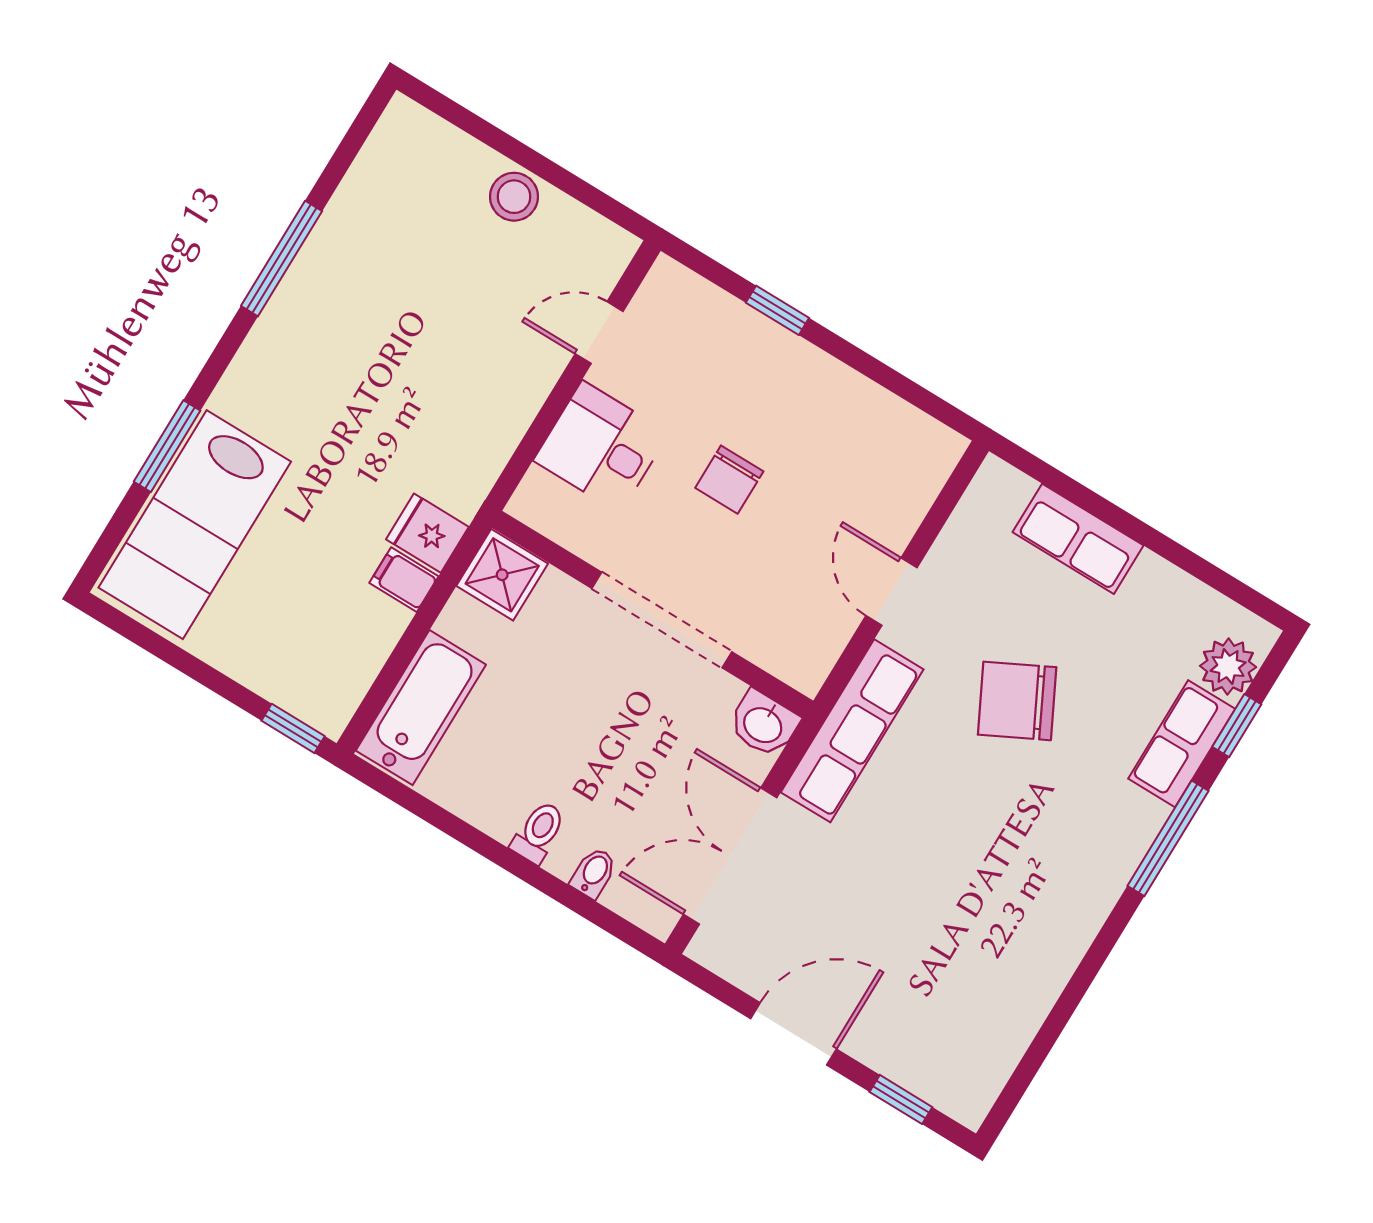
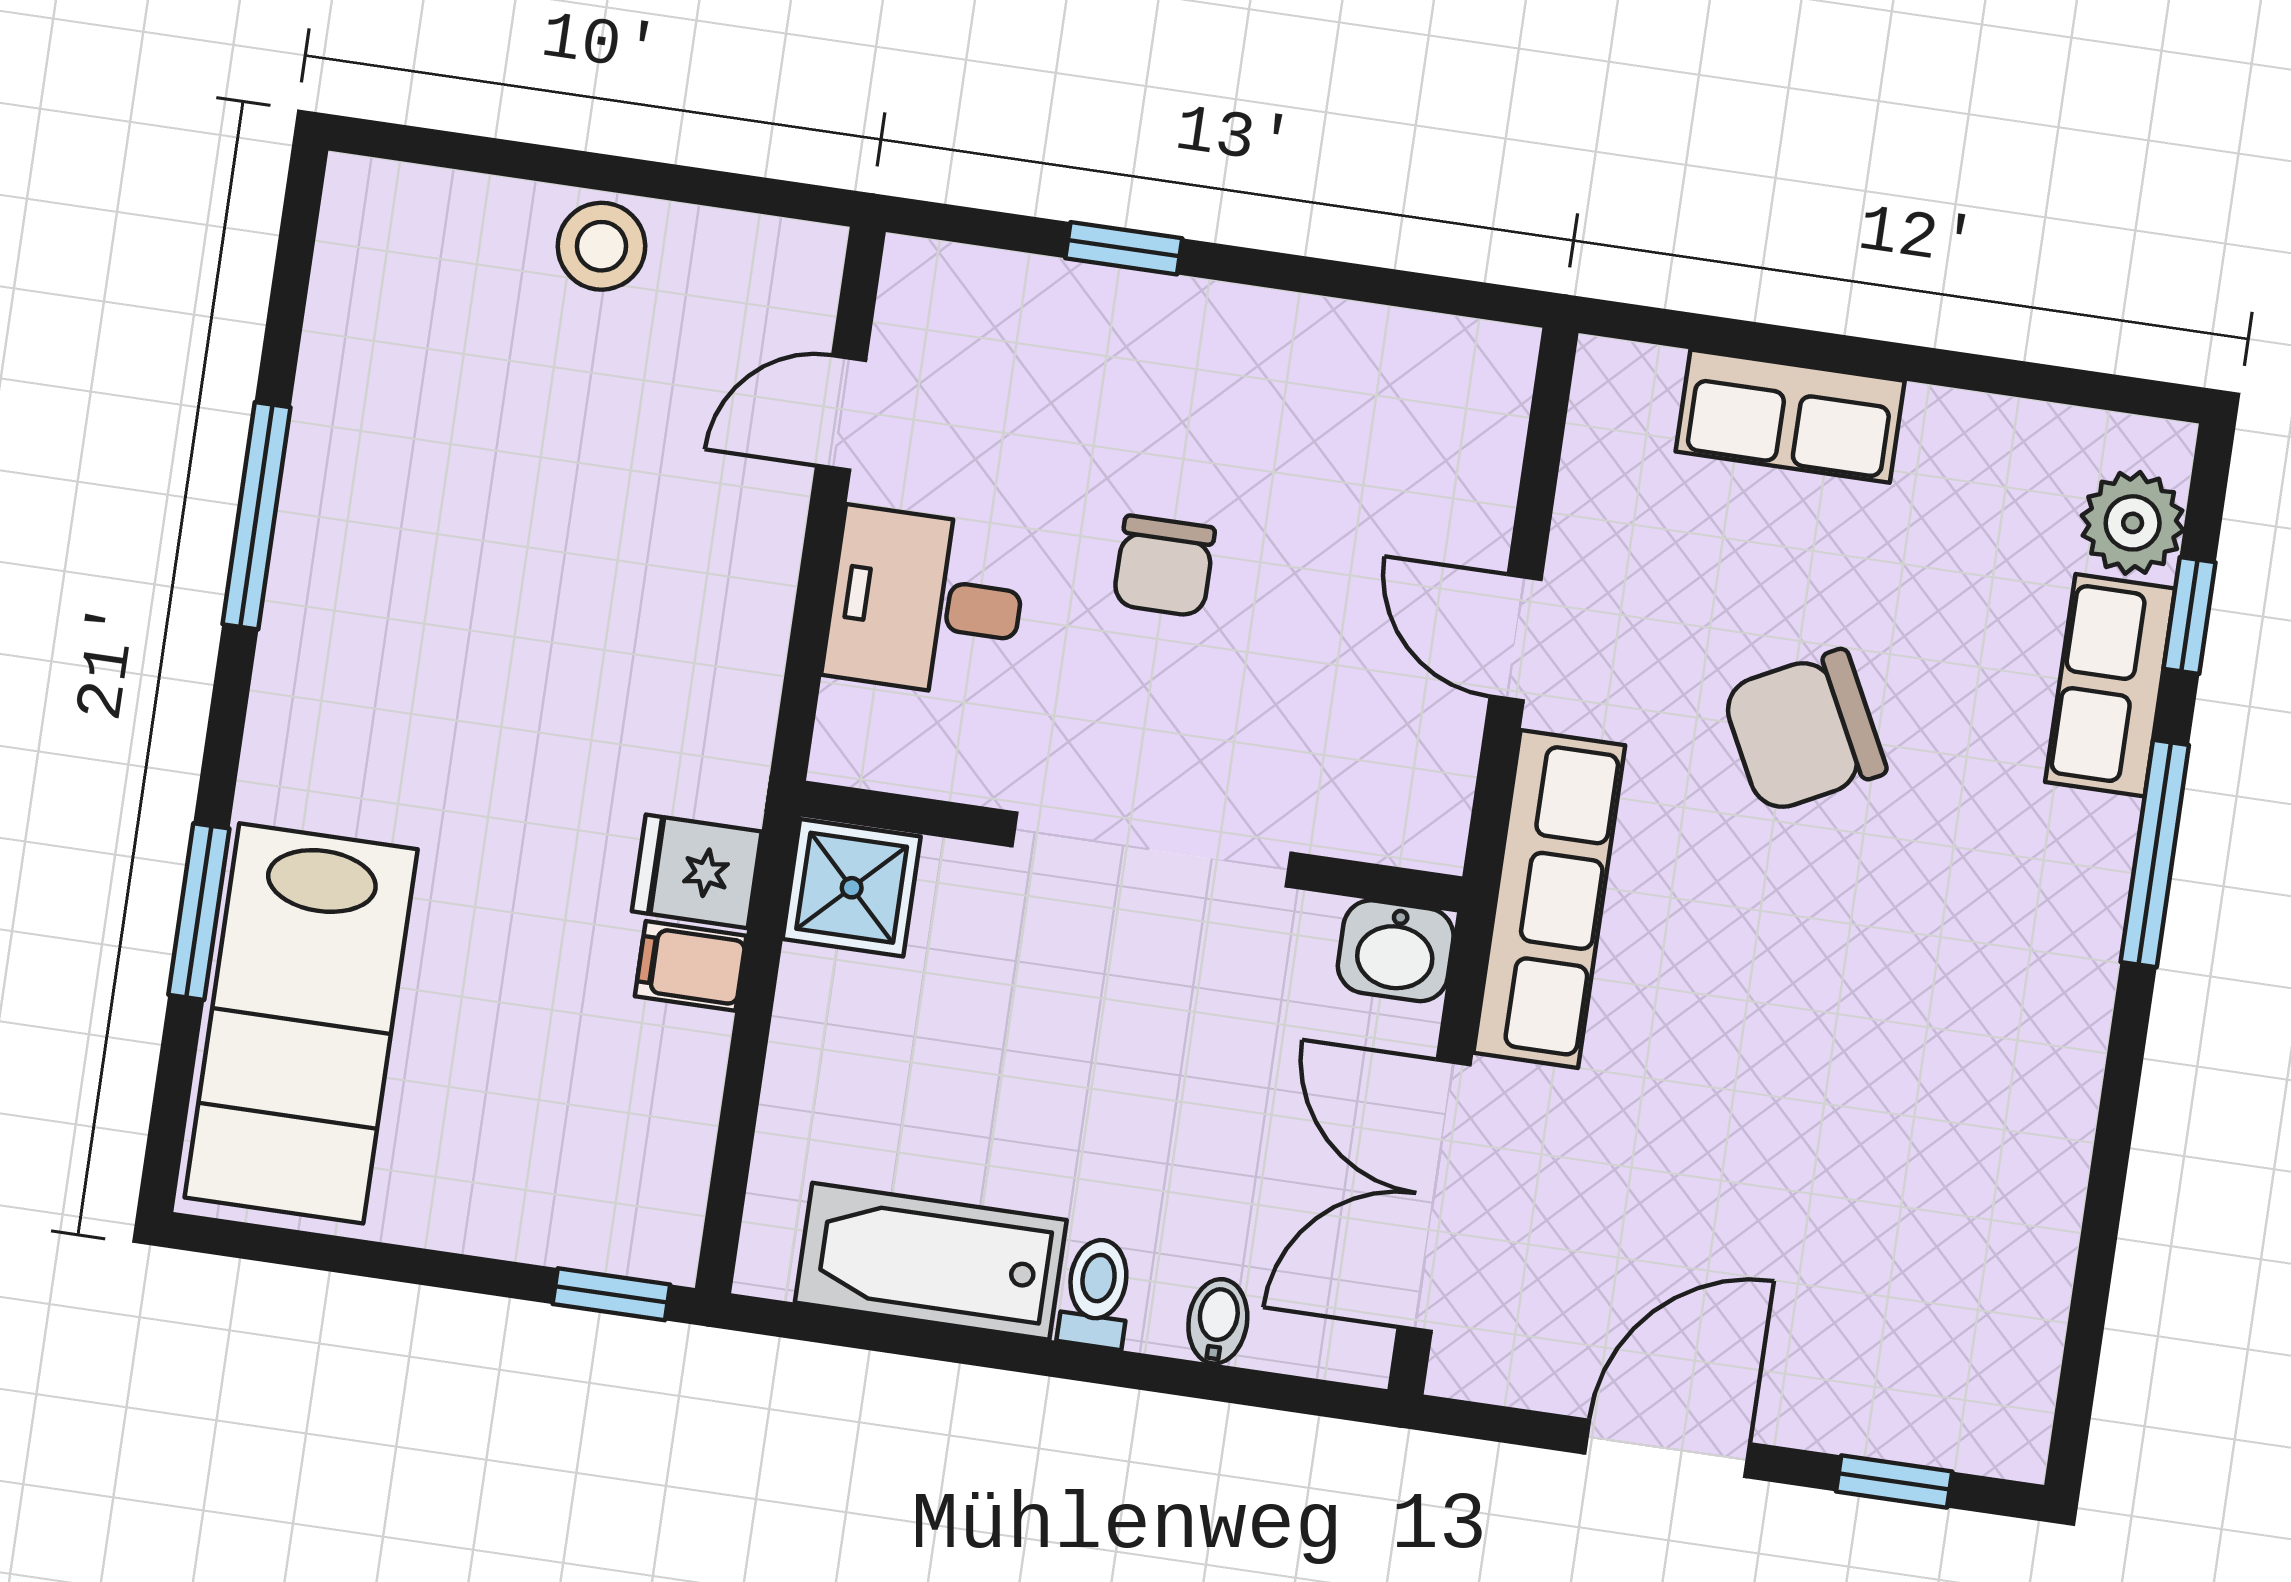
bathtub: (421, 708) -> (931, 1261), moved, turned -90

